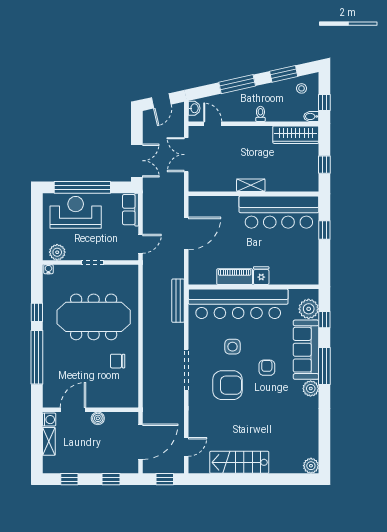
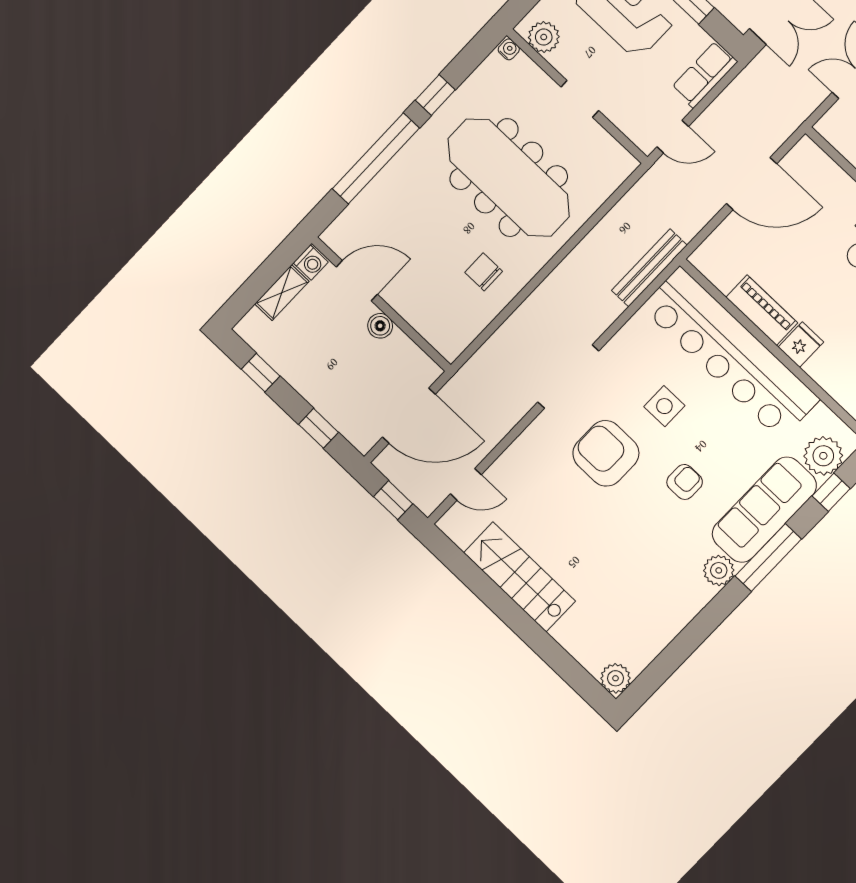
armchair: (228, 385) -> (606, 453), turned 180

